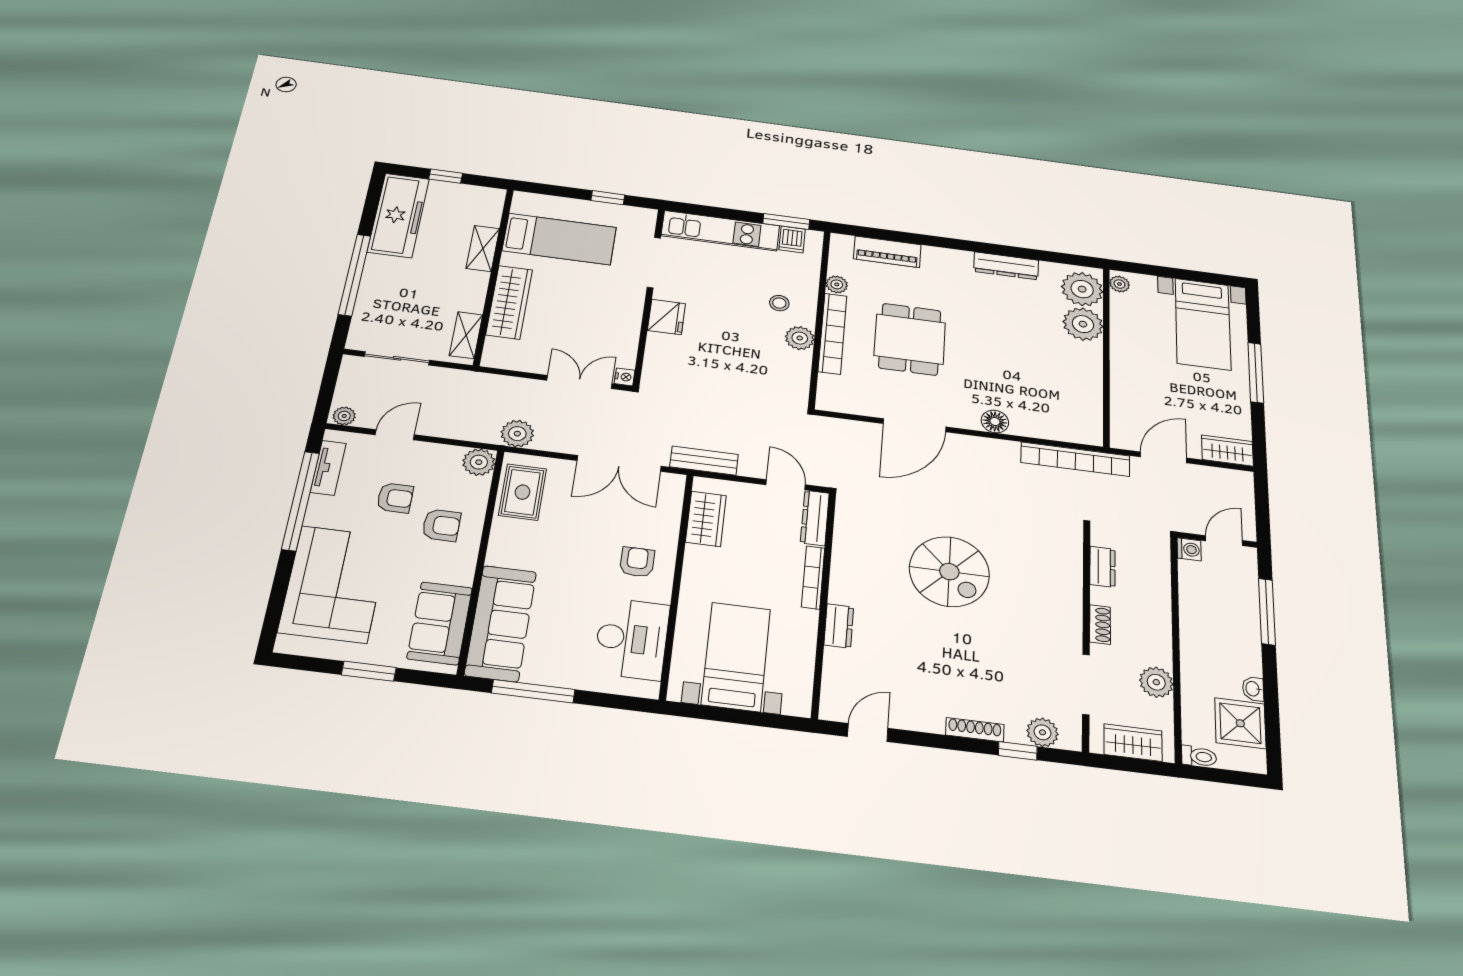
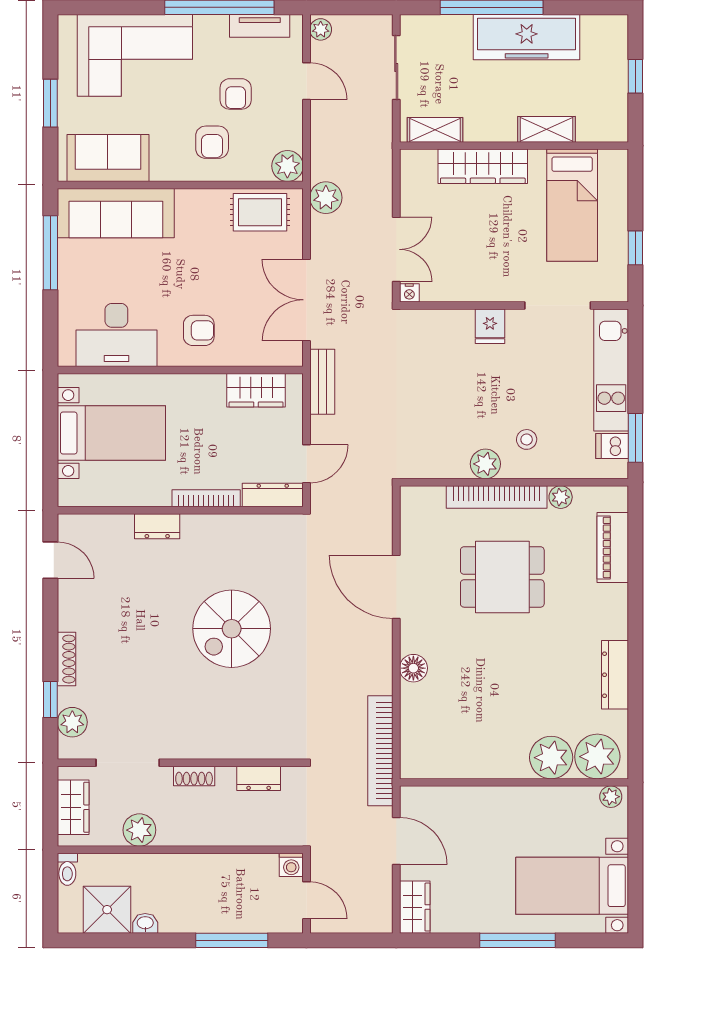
freezer: (398, 215) -> (527, 37), moved
fridge: (666, 317) -> (490, 326), width x0.72

